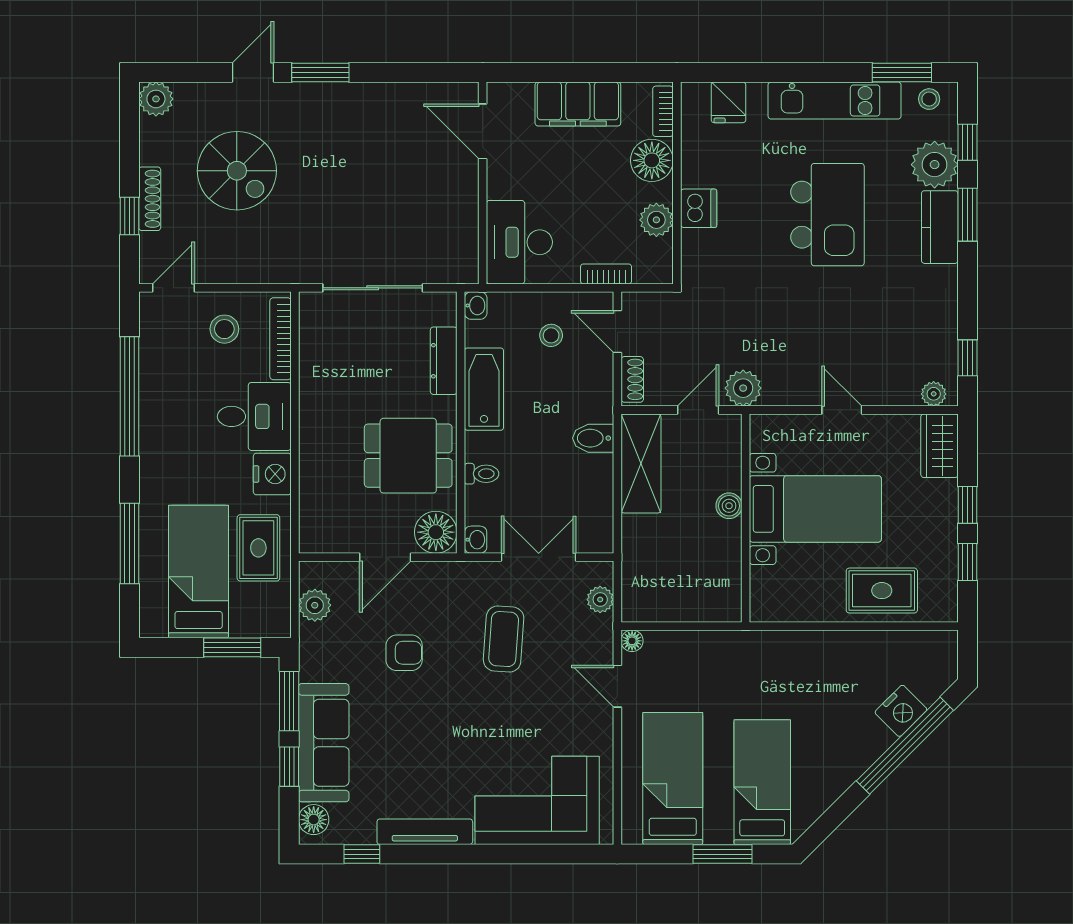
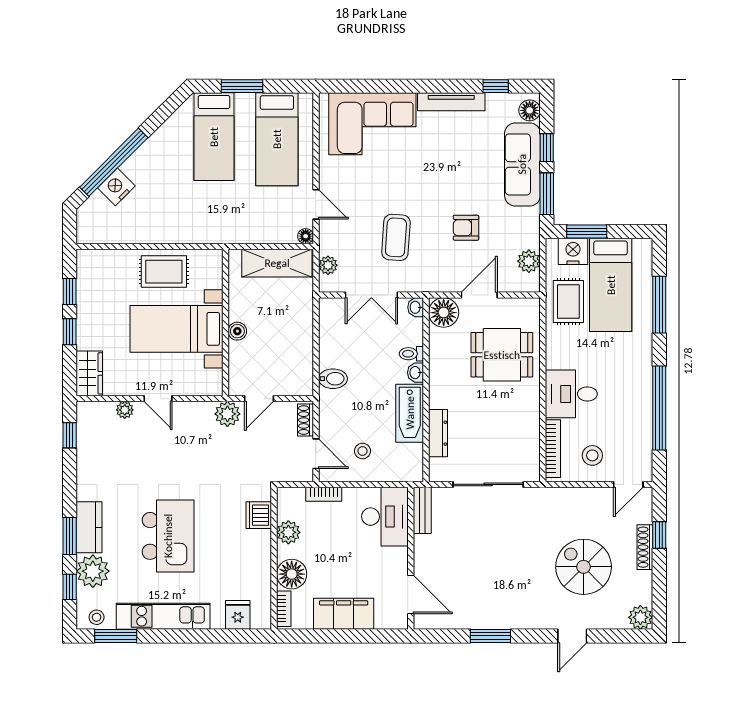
window: (320, 72) -> (490, 636), moved
dishwasher: (699, 208) -> (259, 515), moved
kitchen island: (827, 215) -> (168, 536), turned 180
bench: (466, 251) -> (422, 510), added
washbasin: (476, 305) -> (416, 373), moved
plant: (934, 394) -> (125, 410), moved
dining table: (408, 456) -> (502, 355), moved
shelving: (641, 463) -> (277, 263), moved, turned 90
nightstand: (272, 474) -> (573, 251), moved, turned 90
rug: (882, 591) -> (164, 272), moved

